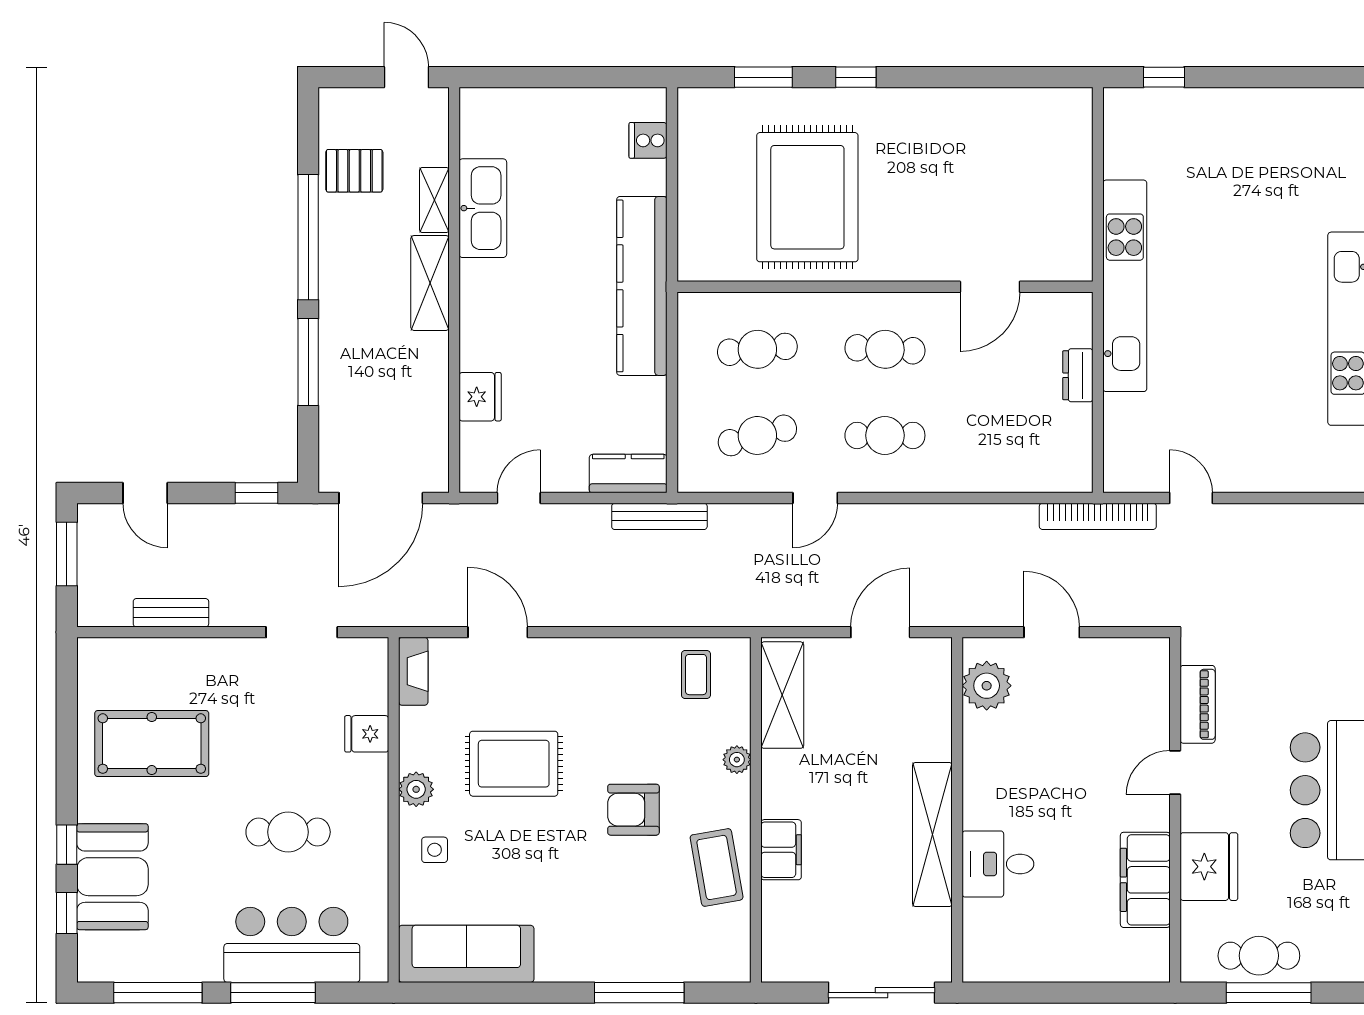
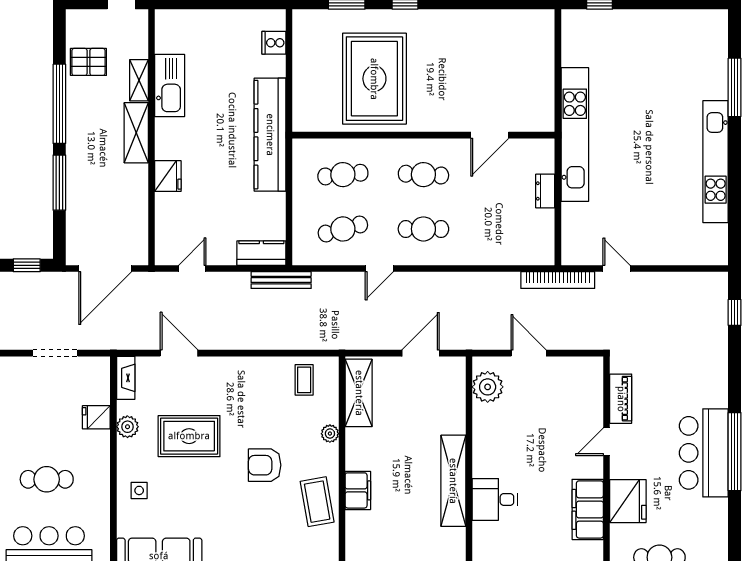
fridge: (480, 397) -> (168, 176), moved
plant: (416, 789) -> (127, 427), moved

